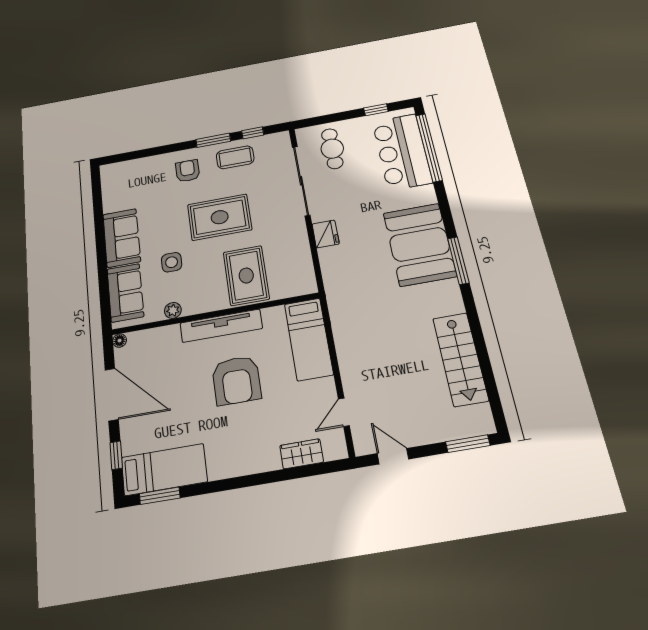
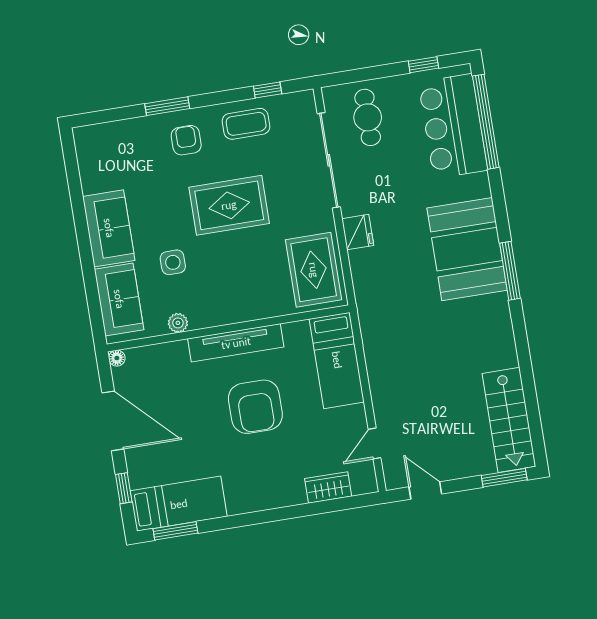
window: (213, 140) -> (167, 106), moved
rug: (246, 276) -> (314, 270), moved
stairs: (460, 359) -> (509, 420), moved

